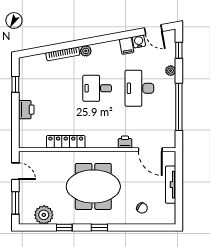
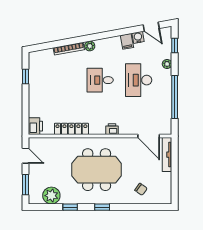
printer: (26, 110) -> (35, 126), moved
printer: (125, 142) -> (112, 129), moved
tv unit: (171, 185) -> (167, 155), moved

